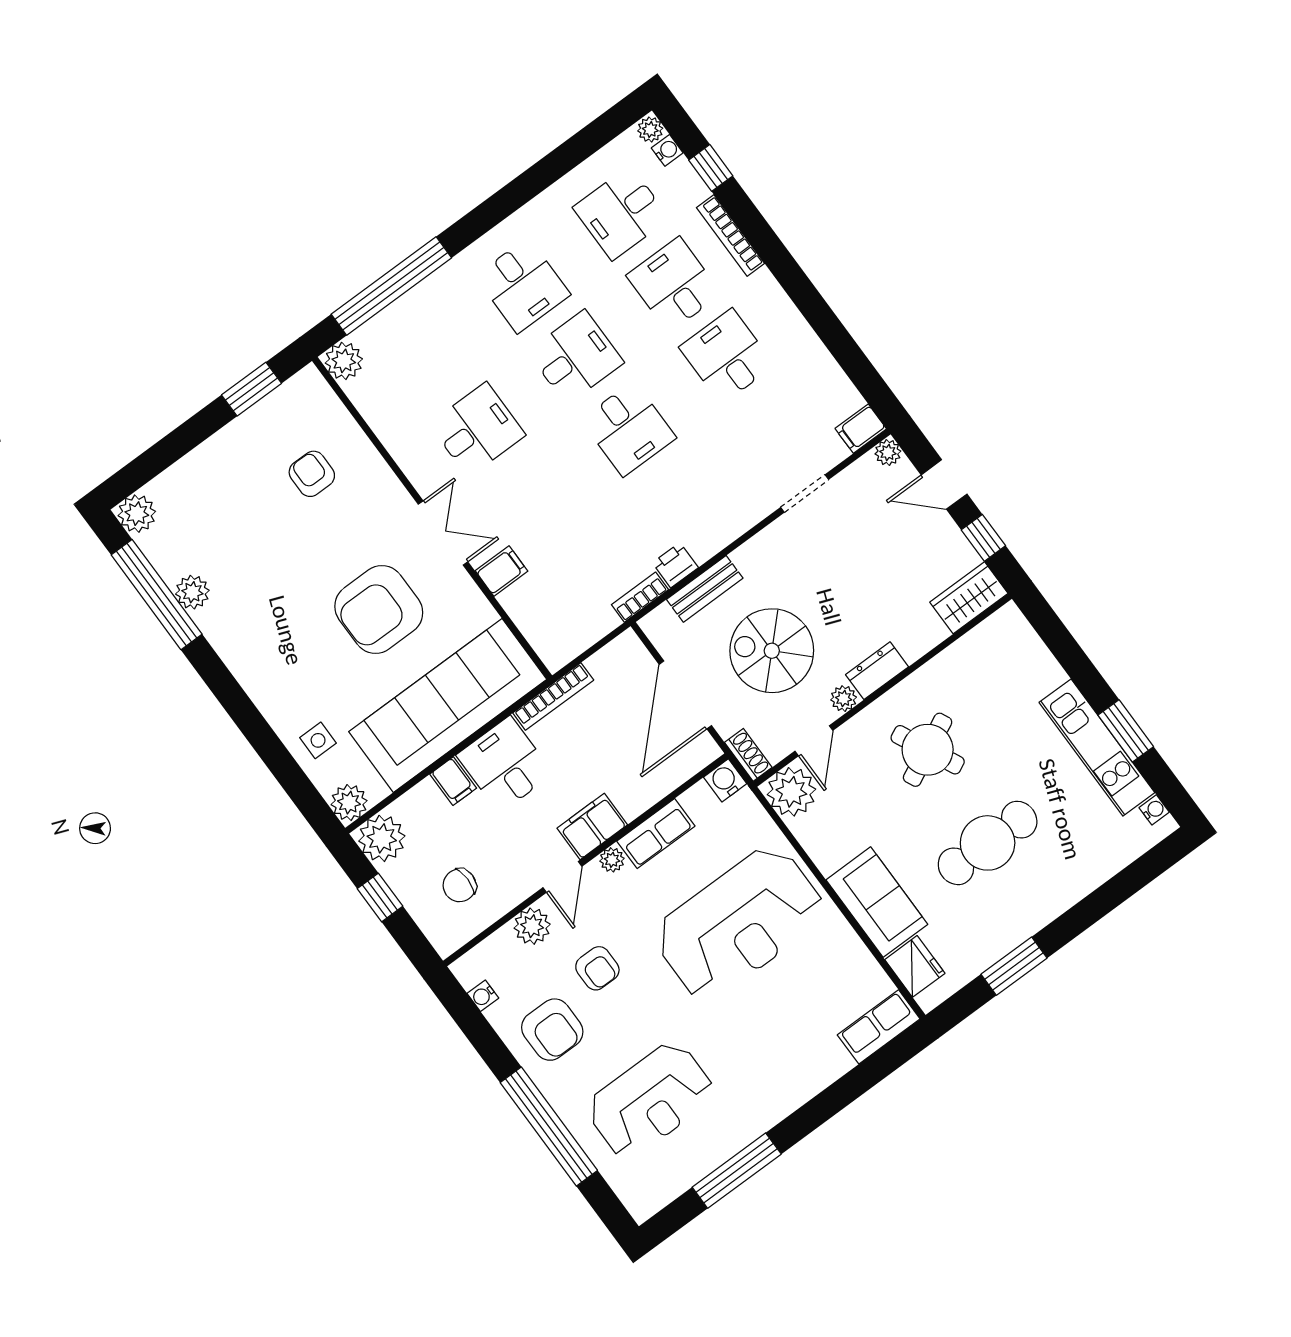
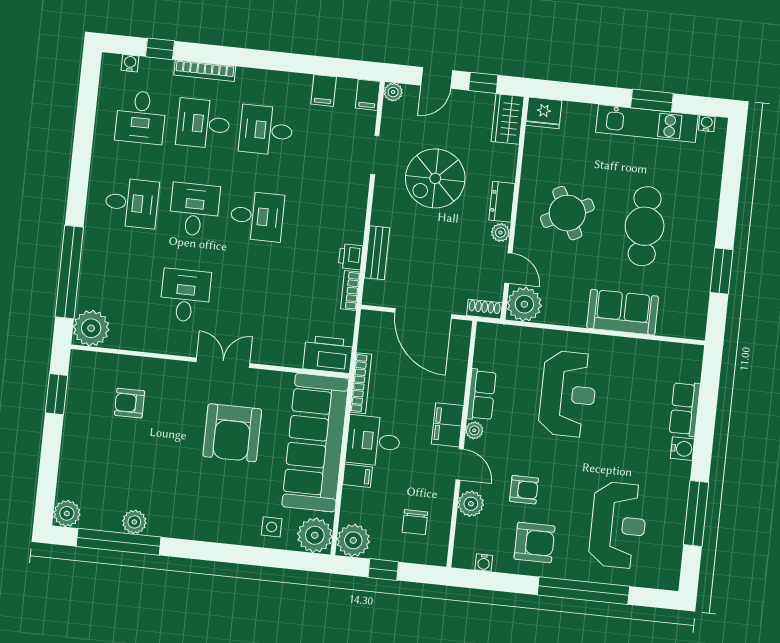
plant: (650, 130) -> (111, 62), removed
plant: (344, 361) -> (91, 328), width x1.36, depth x1.36
filing cabinet: (501, 571) -> (324, 90), moved, turned 180
printer: (552, 635) -> (328, 354), added
spiral stairs: (772, 651) -> (435, 178), moved
water cooler: (725, 780) -> (682, 449), moved, turned 180
plant: (349, 803) -> (315, 535), width x1.36, depth x1.36
reception desk: (739, 923) -> (568, 394), width x0.74, depth x0.77
fridge: (915, 966) -> (544, 113), moved, turned 180
row of seats: (879, 1027) -> (685, 409), moved

